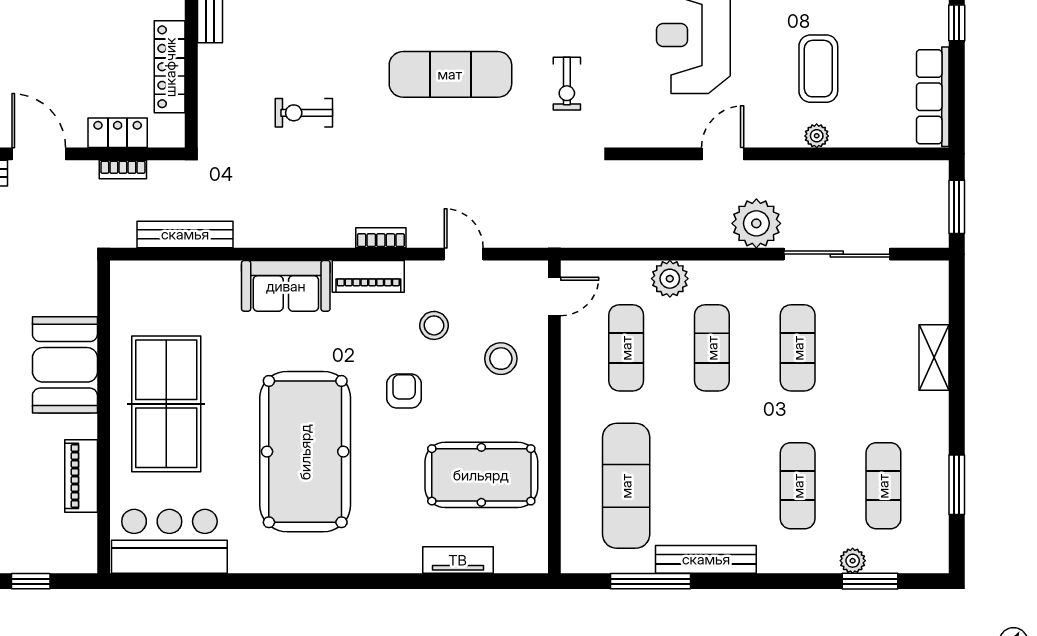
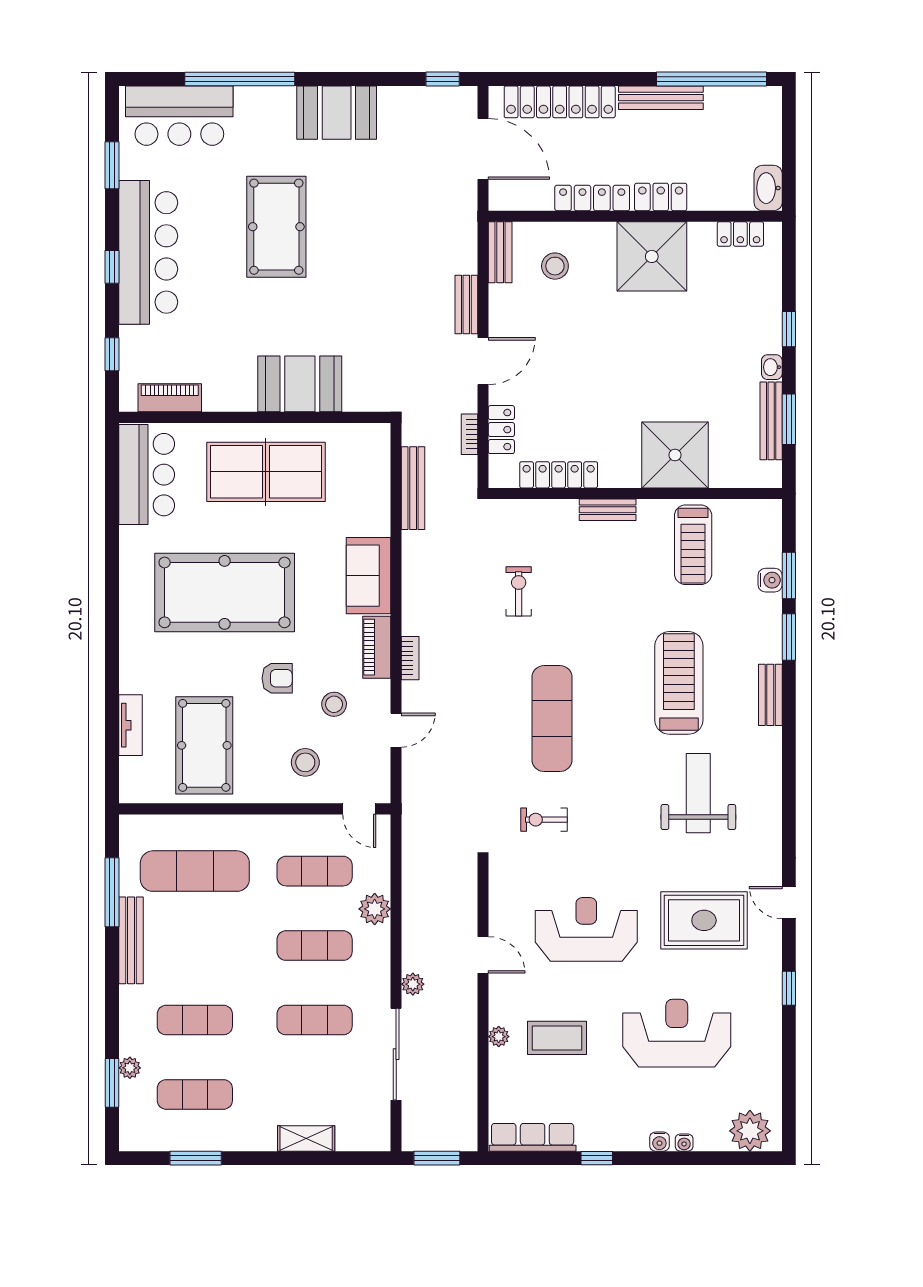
plant: (756, 223) -> (413, 984), width x0.53, depth x0.53
piano: (81, 476) -> (170, 398), moved

